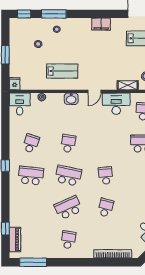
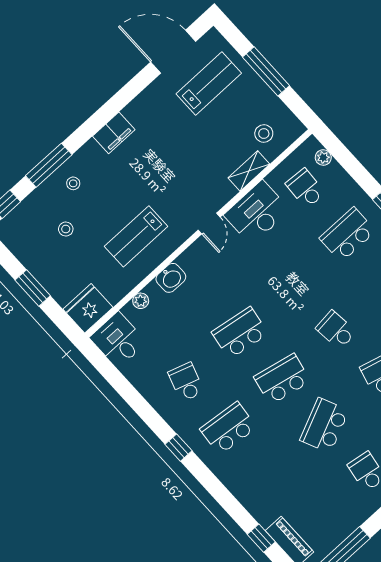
filing cabinet: (101, 24) -> (114, 133), moved
lab bench: (62, 71) -> (136, 236), turned 180
fridge: (15, 84) -> (88, 308), width x1.88, depth x1.34
washbasin: (71, 99) -> (171, 278), moved
school desk: (68, 143) -> (240, 333), width x1.85

